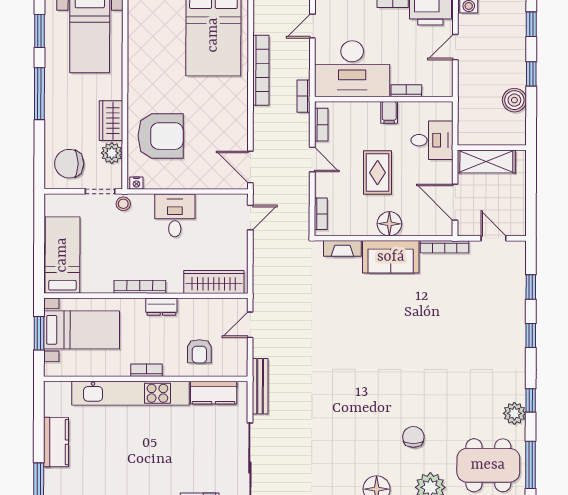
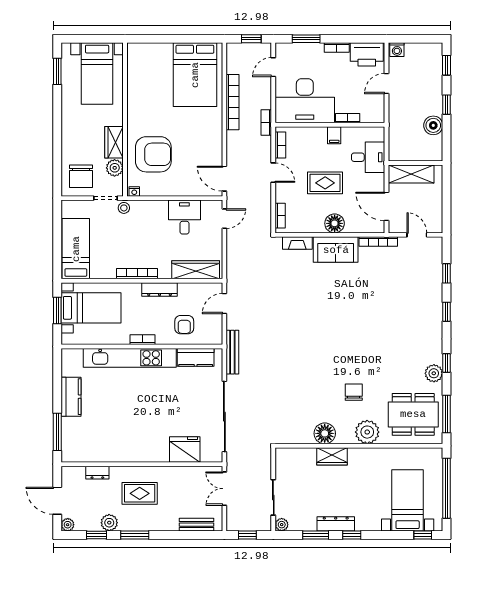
window: (39, 94) -> (57, 121), removed
chair: (69, 164) -> (81, 176), turned -90
rug: (377, 173) -> (325, 183), turned 90
desk: (175, 215) -> (184, 217), moved
dresser: (161, 307) -> (160, 289), width x1.44

